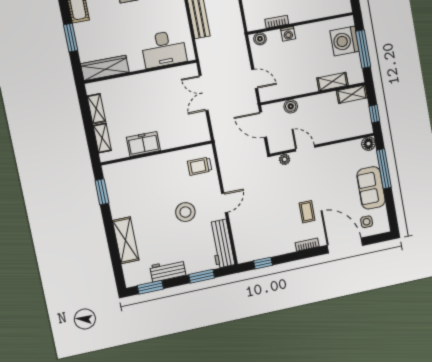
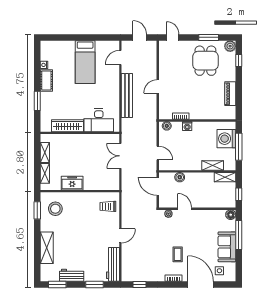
wardrobe: (105, 68) -> (67, 126), moved
stool: (185, 212) -> (55, 209), moved

